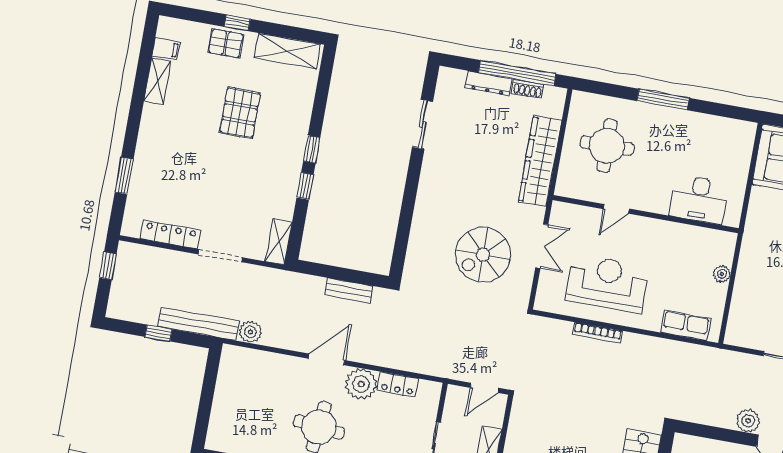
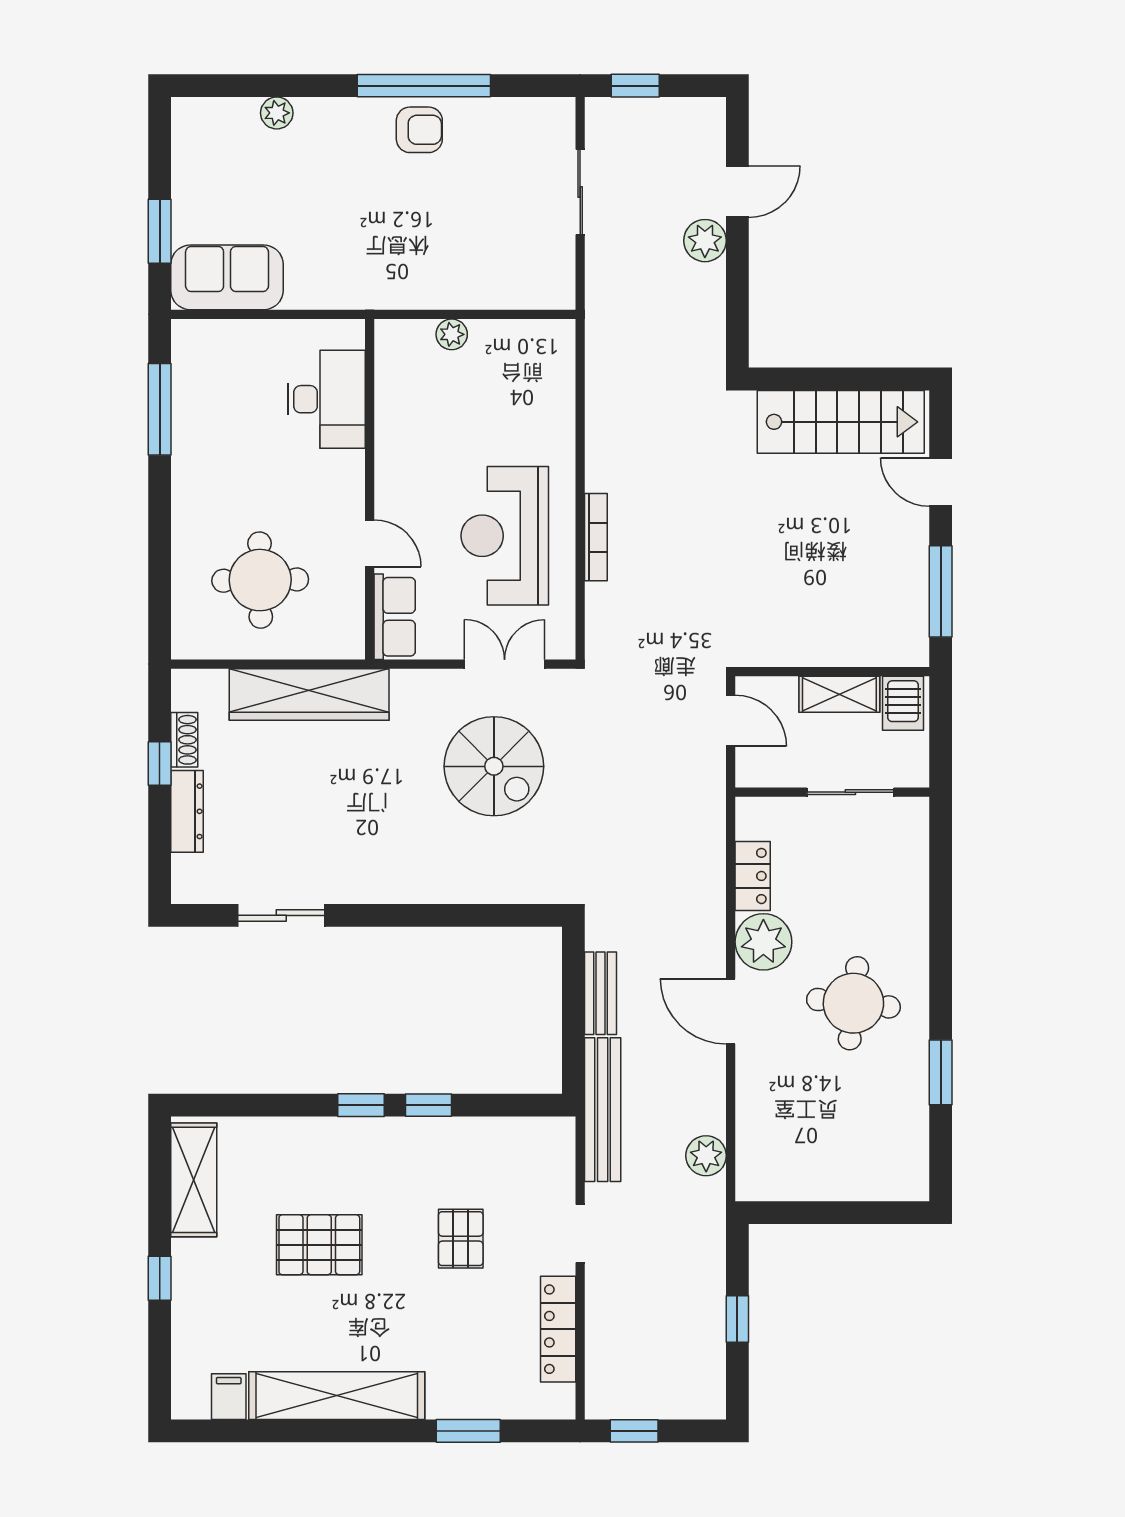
pallet: (226, 43) -> (461, 1239), moved
window: (517, 73) -> (160, 763), width x0.32
shelving: (158, 81) -> (337, 1396), width x2.20, depth x1.33
window: (663, 99) -> (160, 409), moved
shelving: (279, 242) -> (536, 1134), removed
double door: (542, 246) -> (505, 664), moved
doorway: (220, 256) -> (580, 1234), width x0.73
bench: (198, 324) -> (603, 1110), moved
row of seats: (686, 325) -> (395, 617), moved, turned 180

